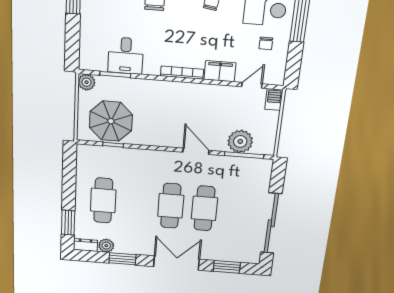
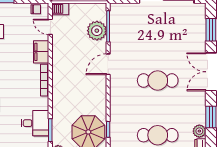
chair: (266, 43) -> (36, 9), moved
cafe table: (204, 208) -> (158, 53), removed

